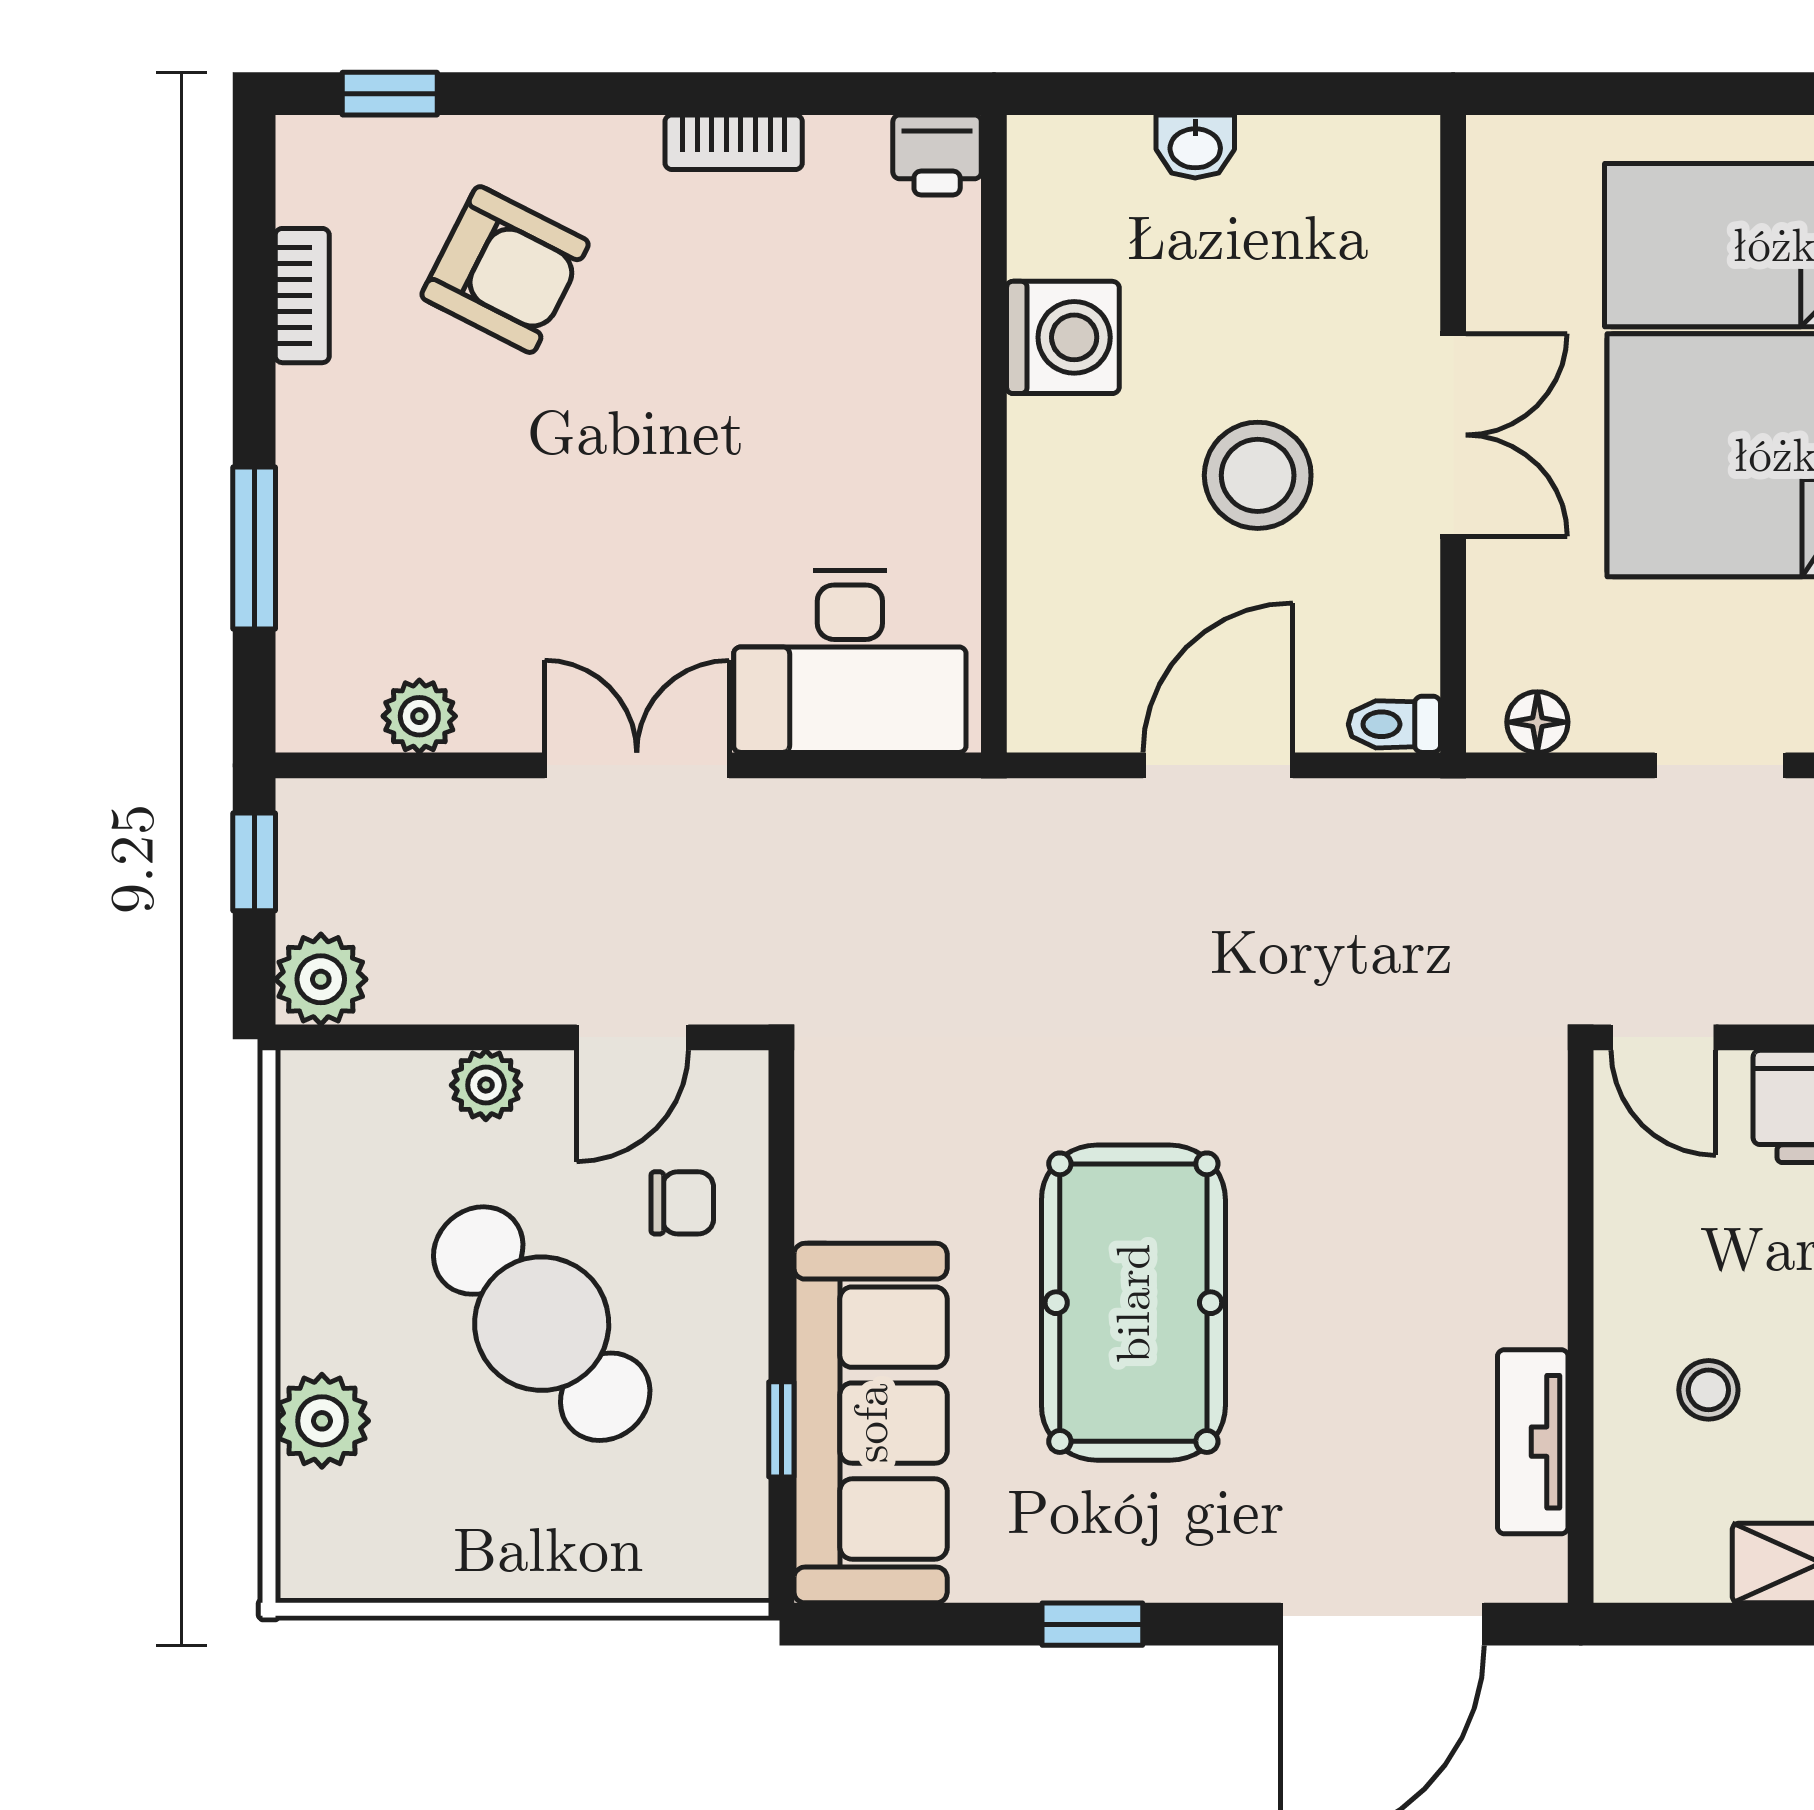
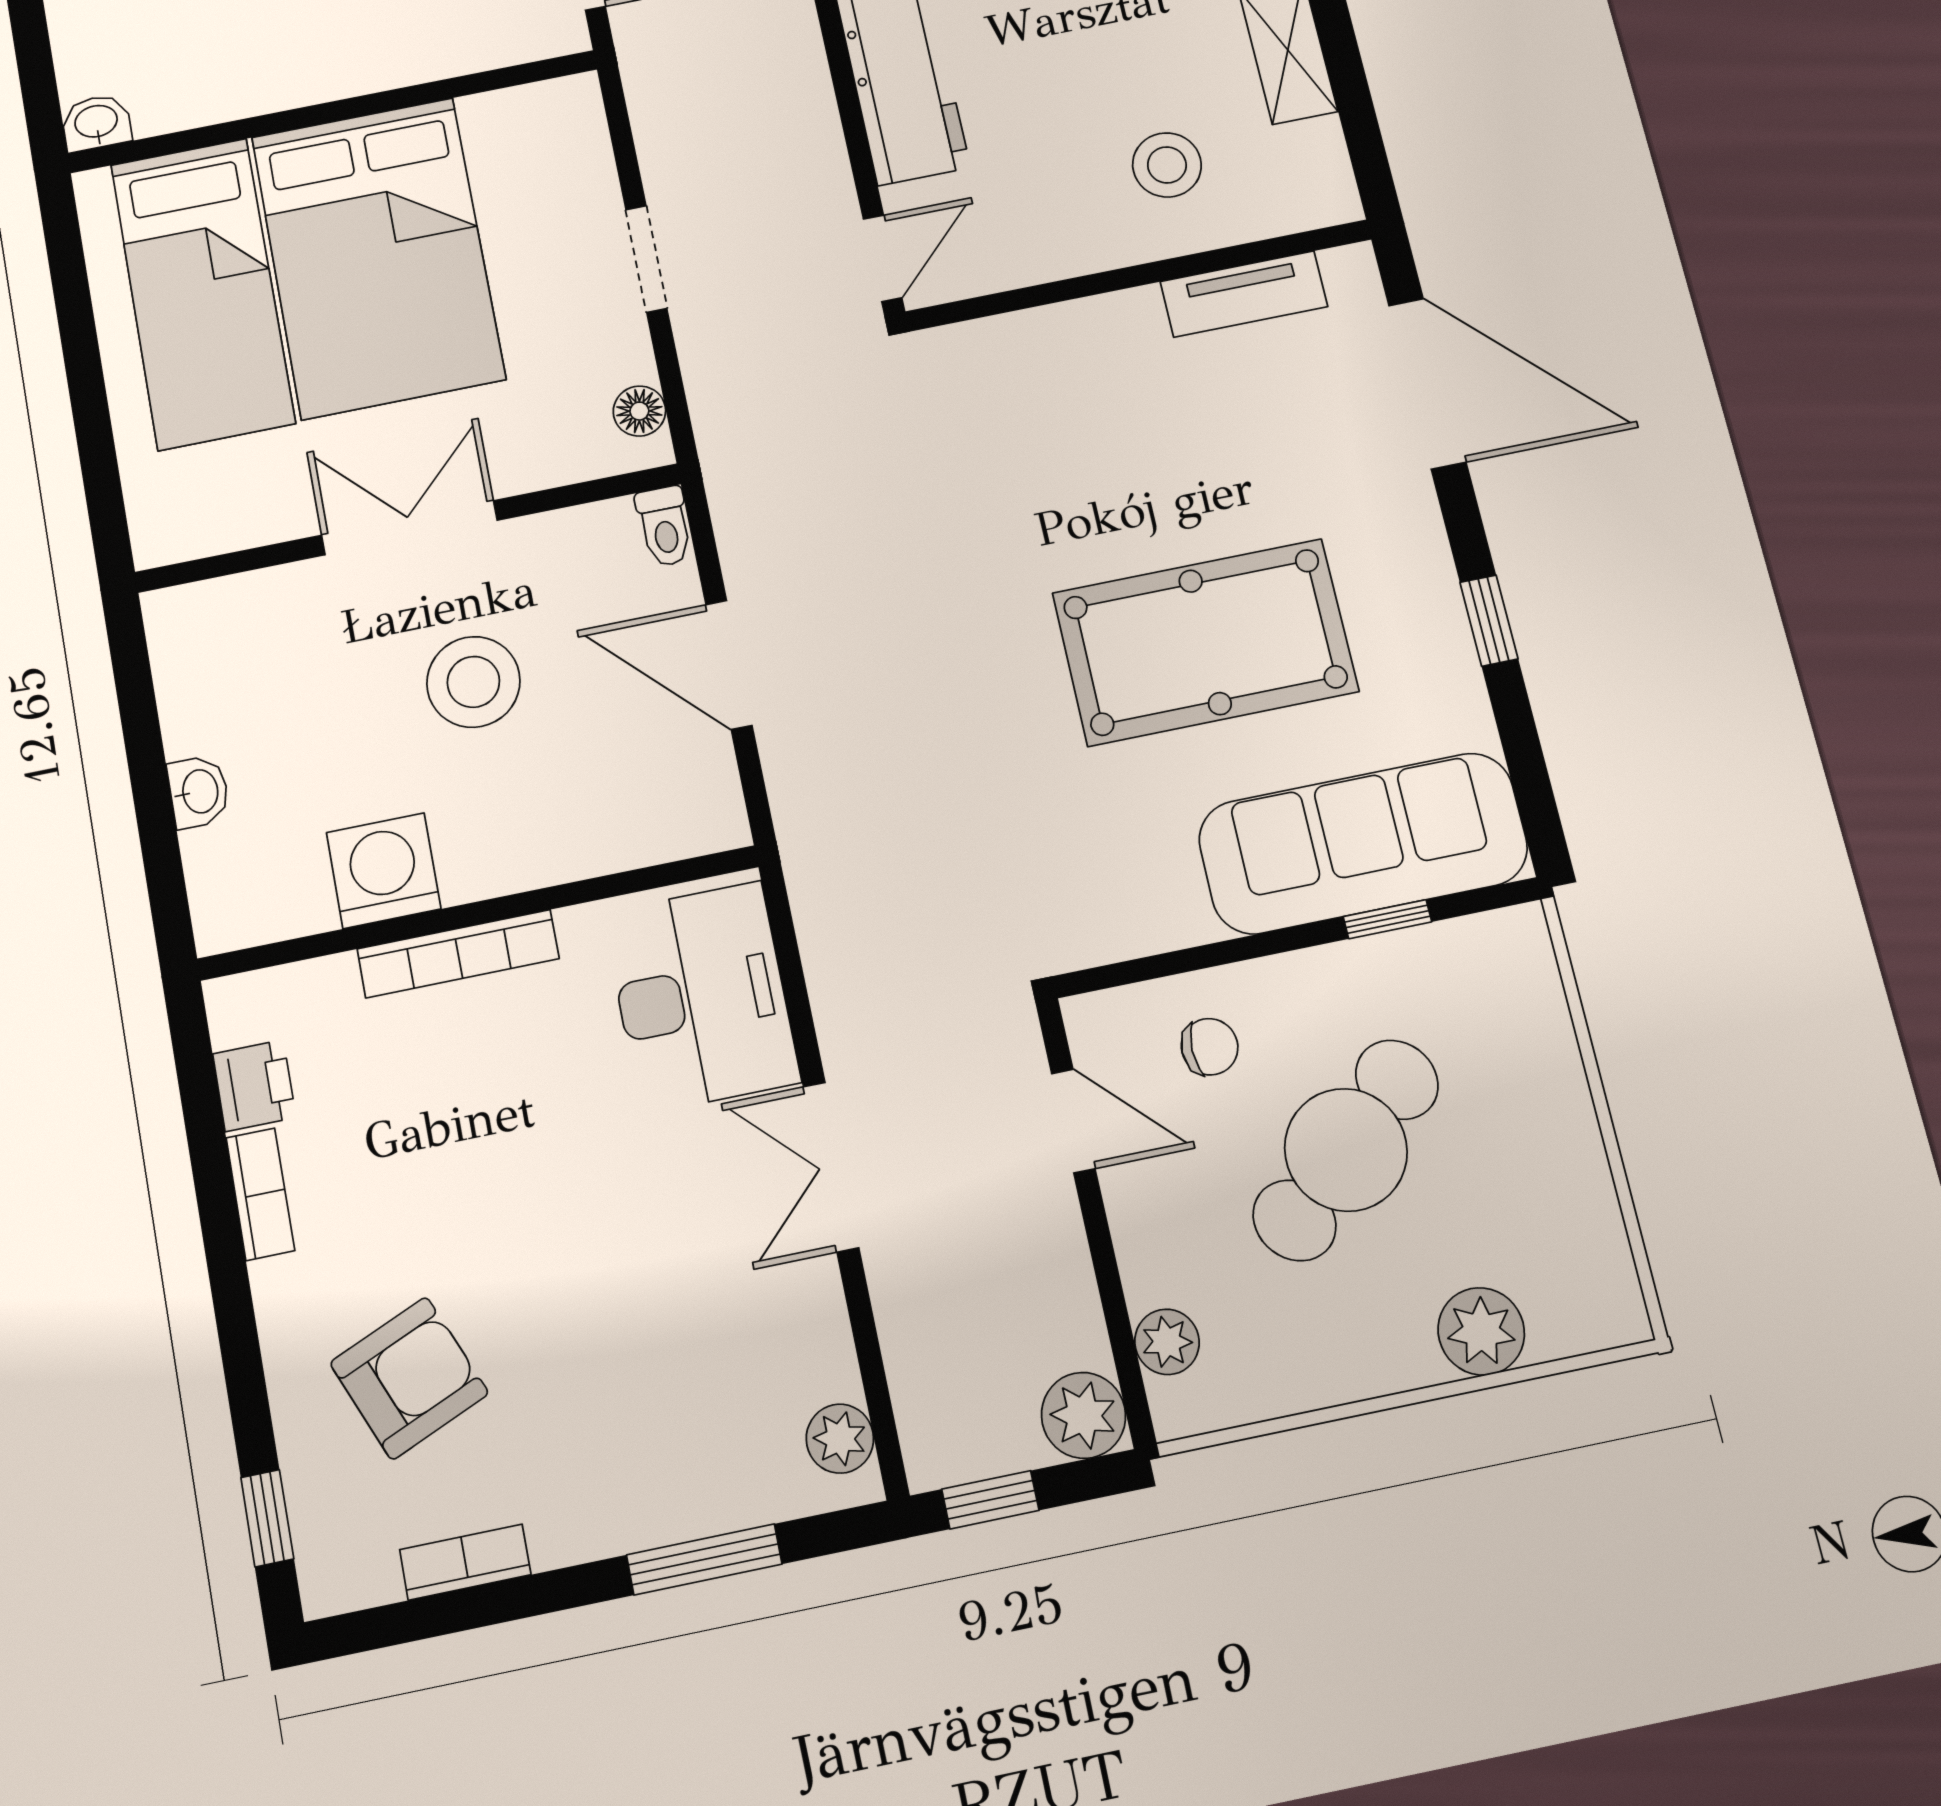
printer: (937, 155) -> (254, 1086), moved
armchair: (505, 270) -> (409, 1378), turned 40
bookcase: (953, 403) -> (458, 954), added
plant: (419, 716) -> (840, 1439), moved
plant: (486, 1085) -> (1167, 1342), moved
chair: (682, 1203) -> (1210, 1047), turned 90
stool: (1708, 1390) -> (1167, 165), width x1.37, depth x1.37

